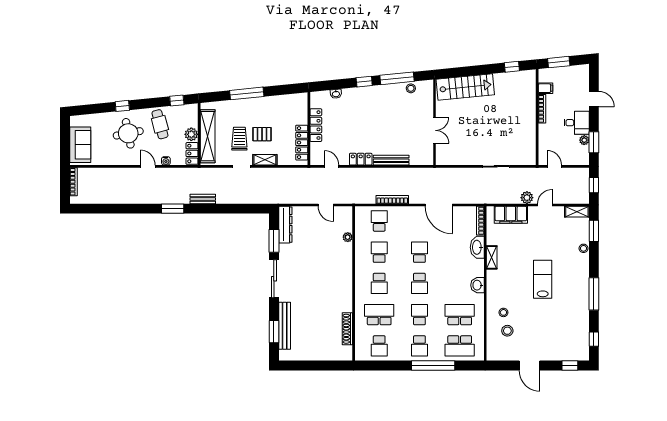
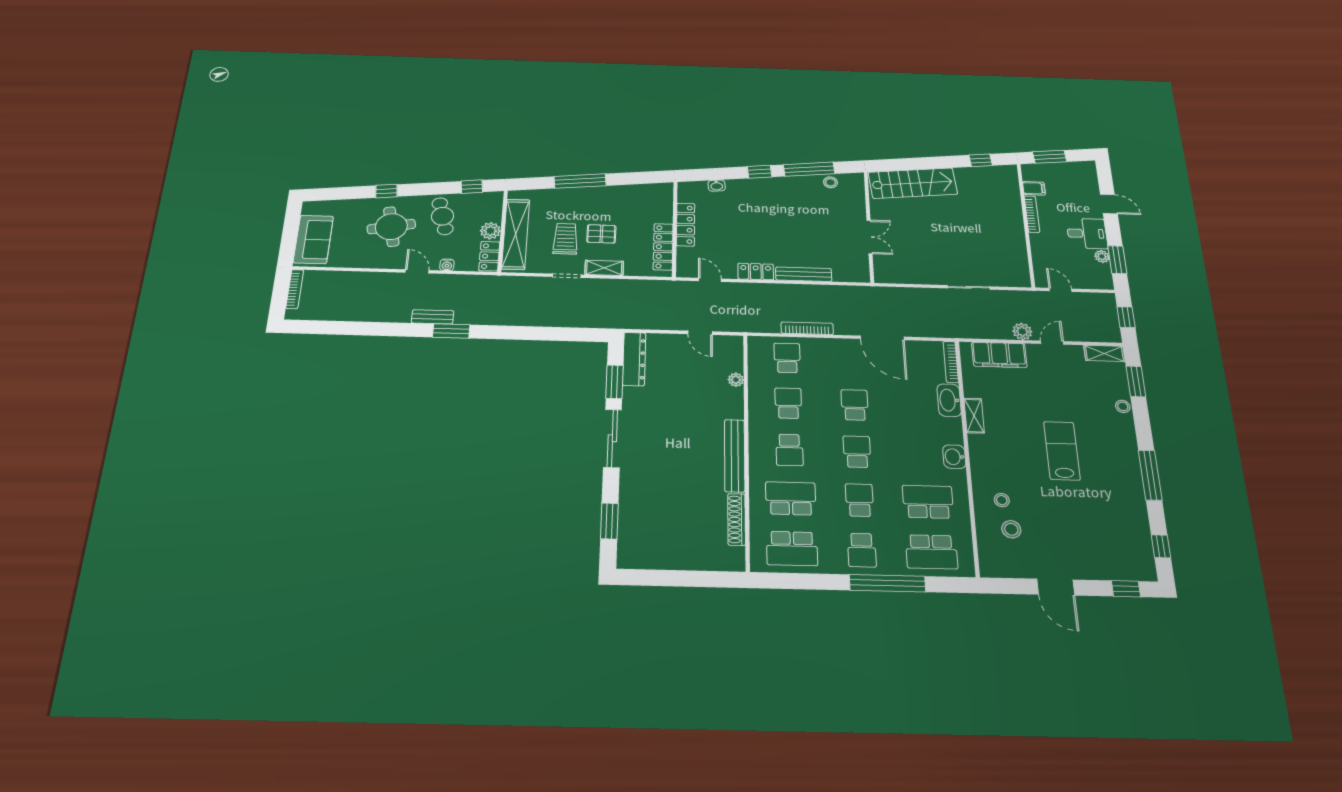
bench: (203, 199) -> (433, 317), moved
school desk: (419, 283) -> (857, 452), turned 180
bench: (285, 326) -> (735, 456), moved
school desk: (379, 346) -> (792, 548), width x1.85

